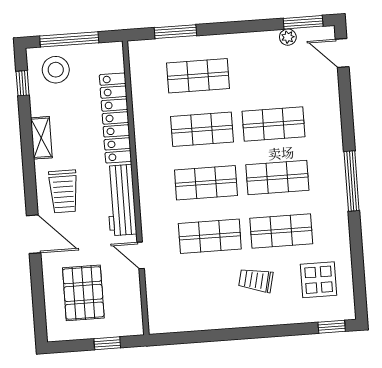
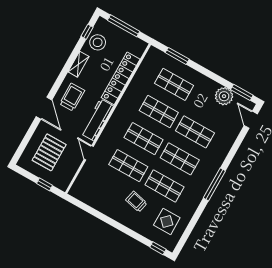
plant: (288, 37) -> (224, 96), width x1.88, depth x1.88
stool: (56, 70) -> (98, 42), moved
trolley: (63, 191) -> (72, 97), turned 180

